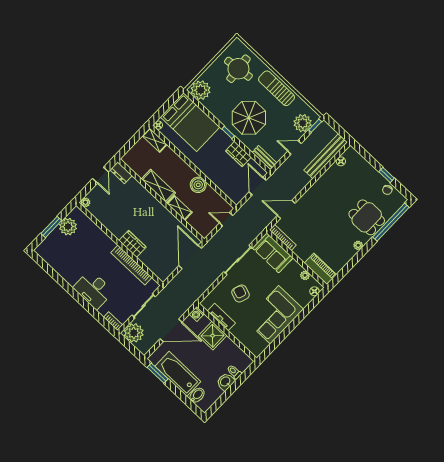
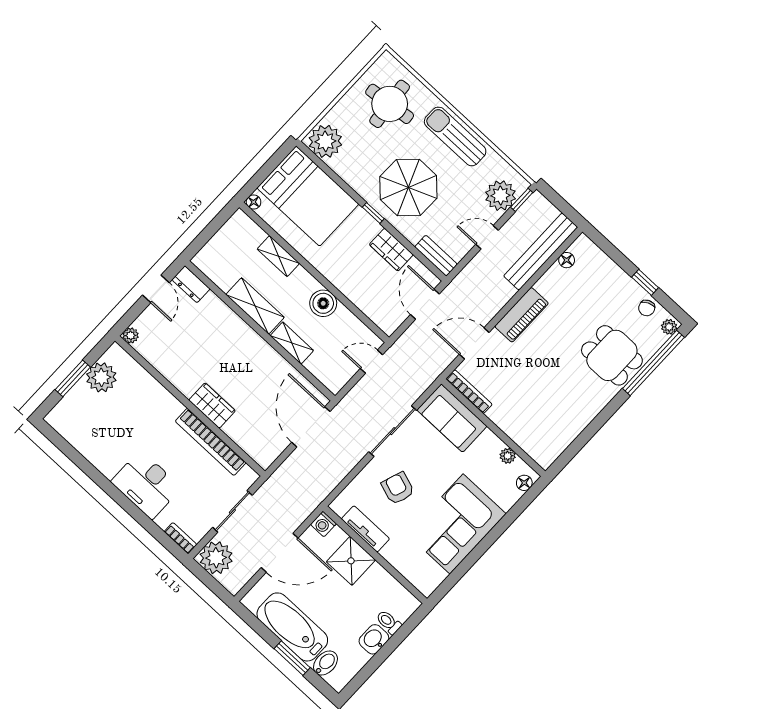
shelving: (155, 140) -> (278, 256), moved
plant: (358, 245) -> (669, 327), moved
piano: (320, 269) -> (522, 315), moved, turned 90
window: (158, 373) -> (292, 658), moved

